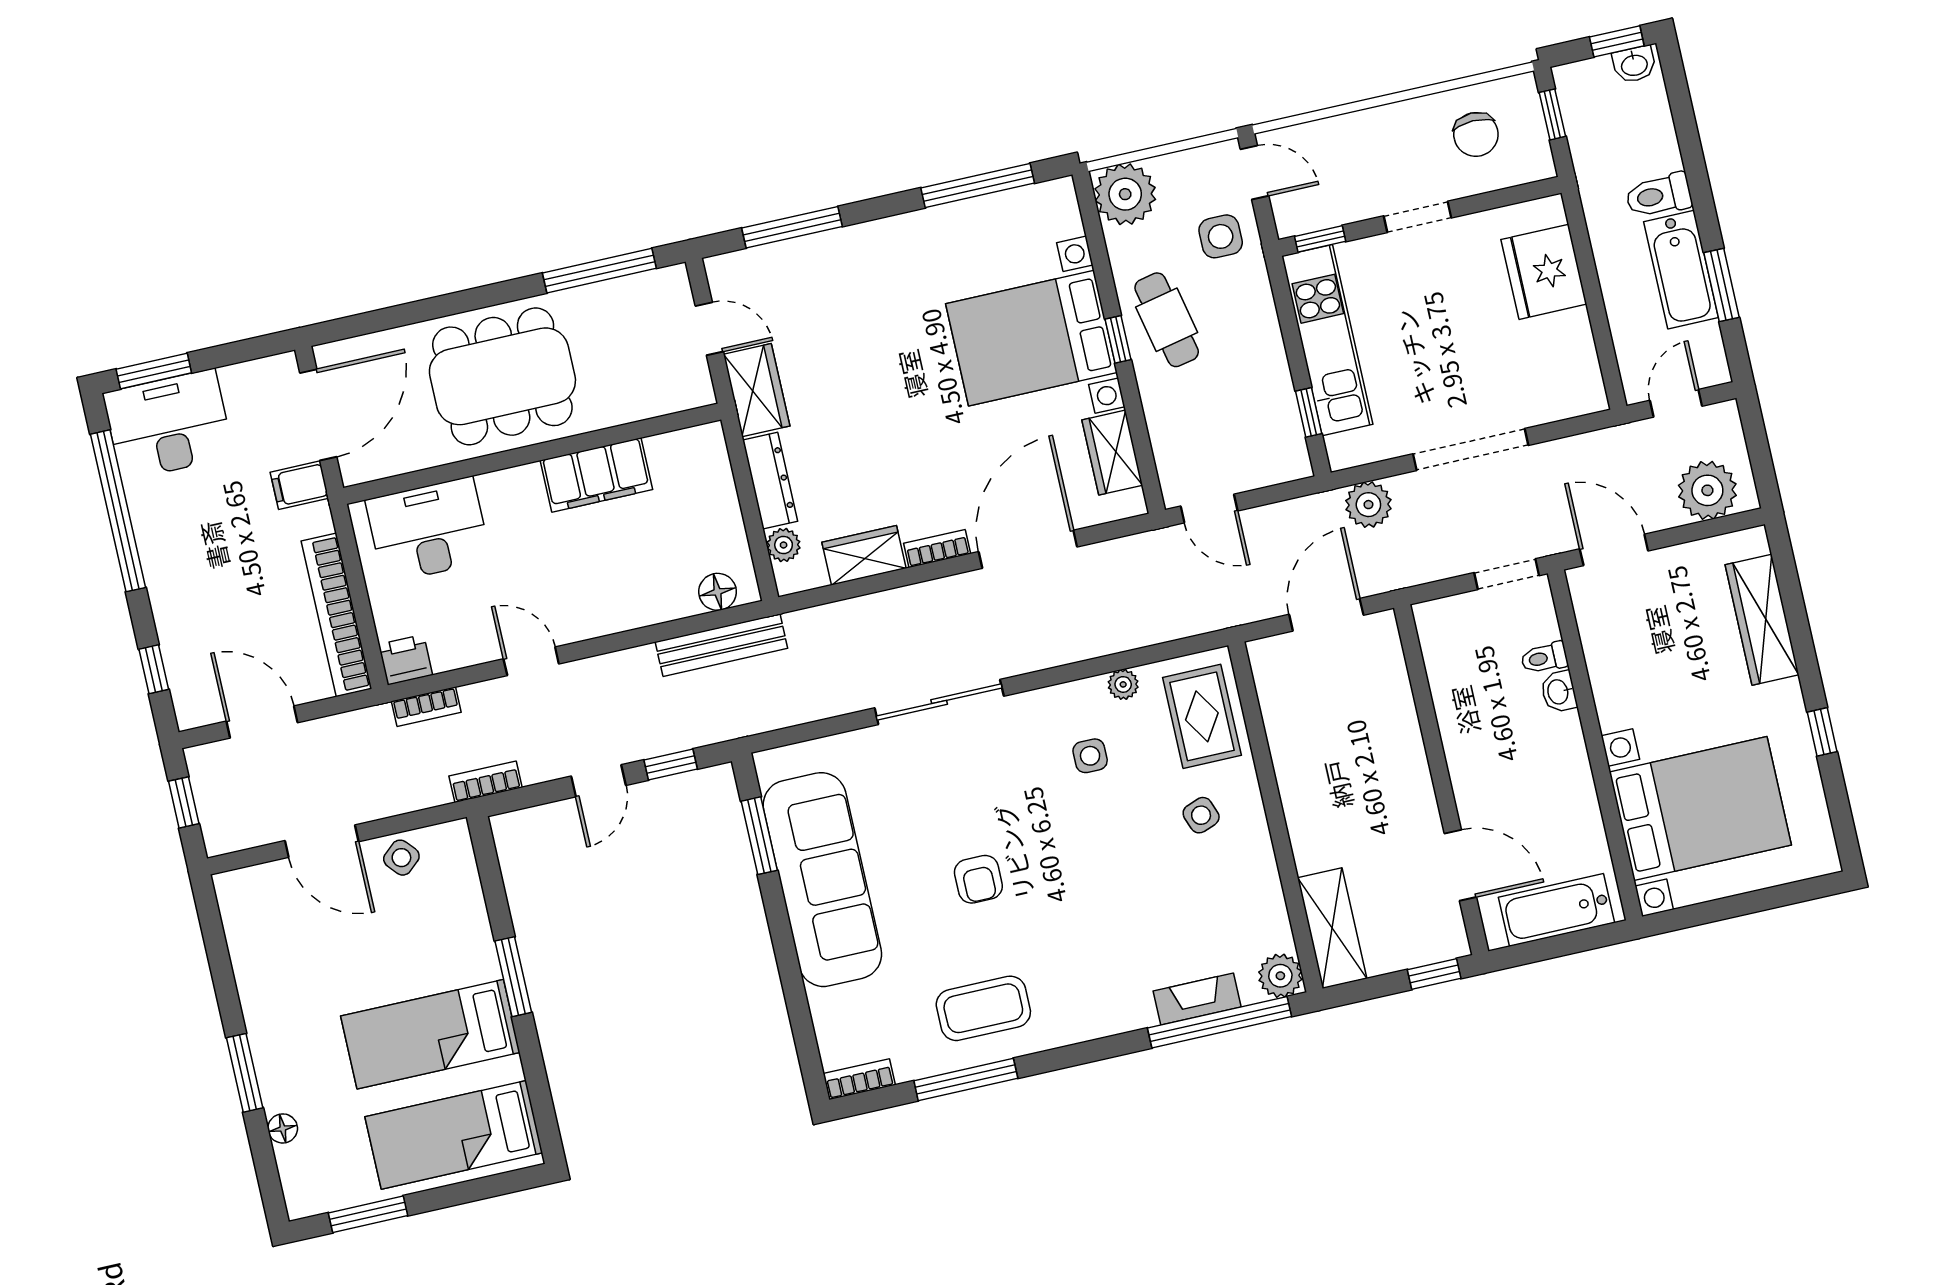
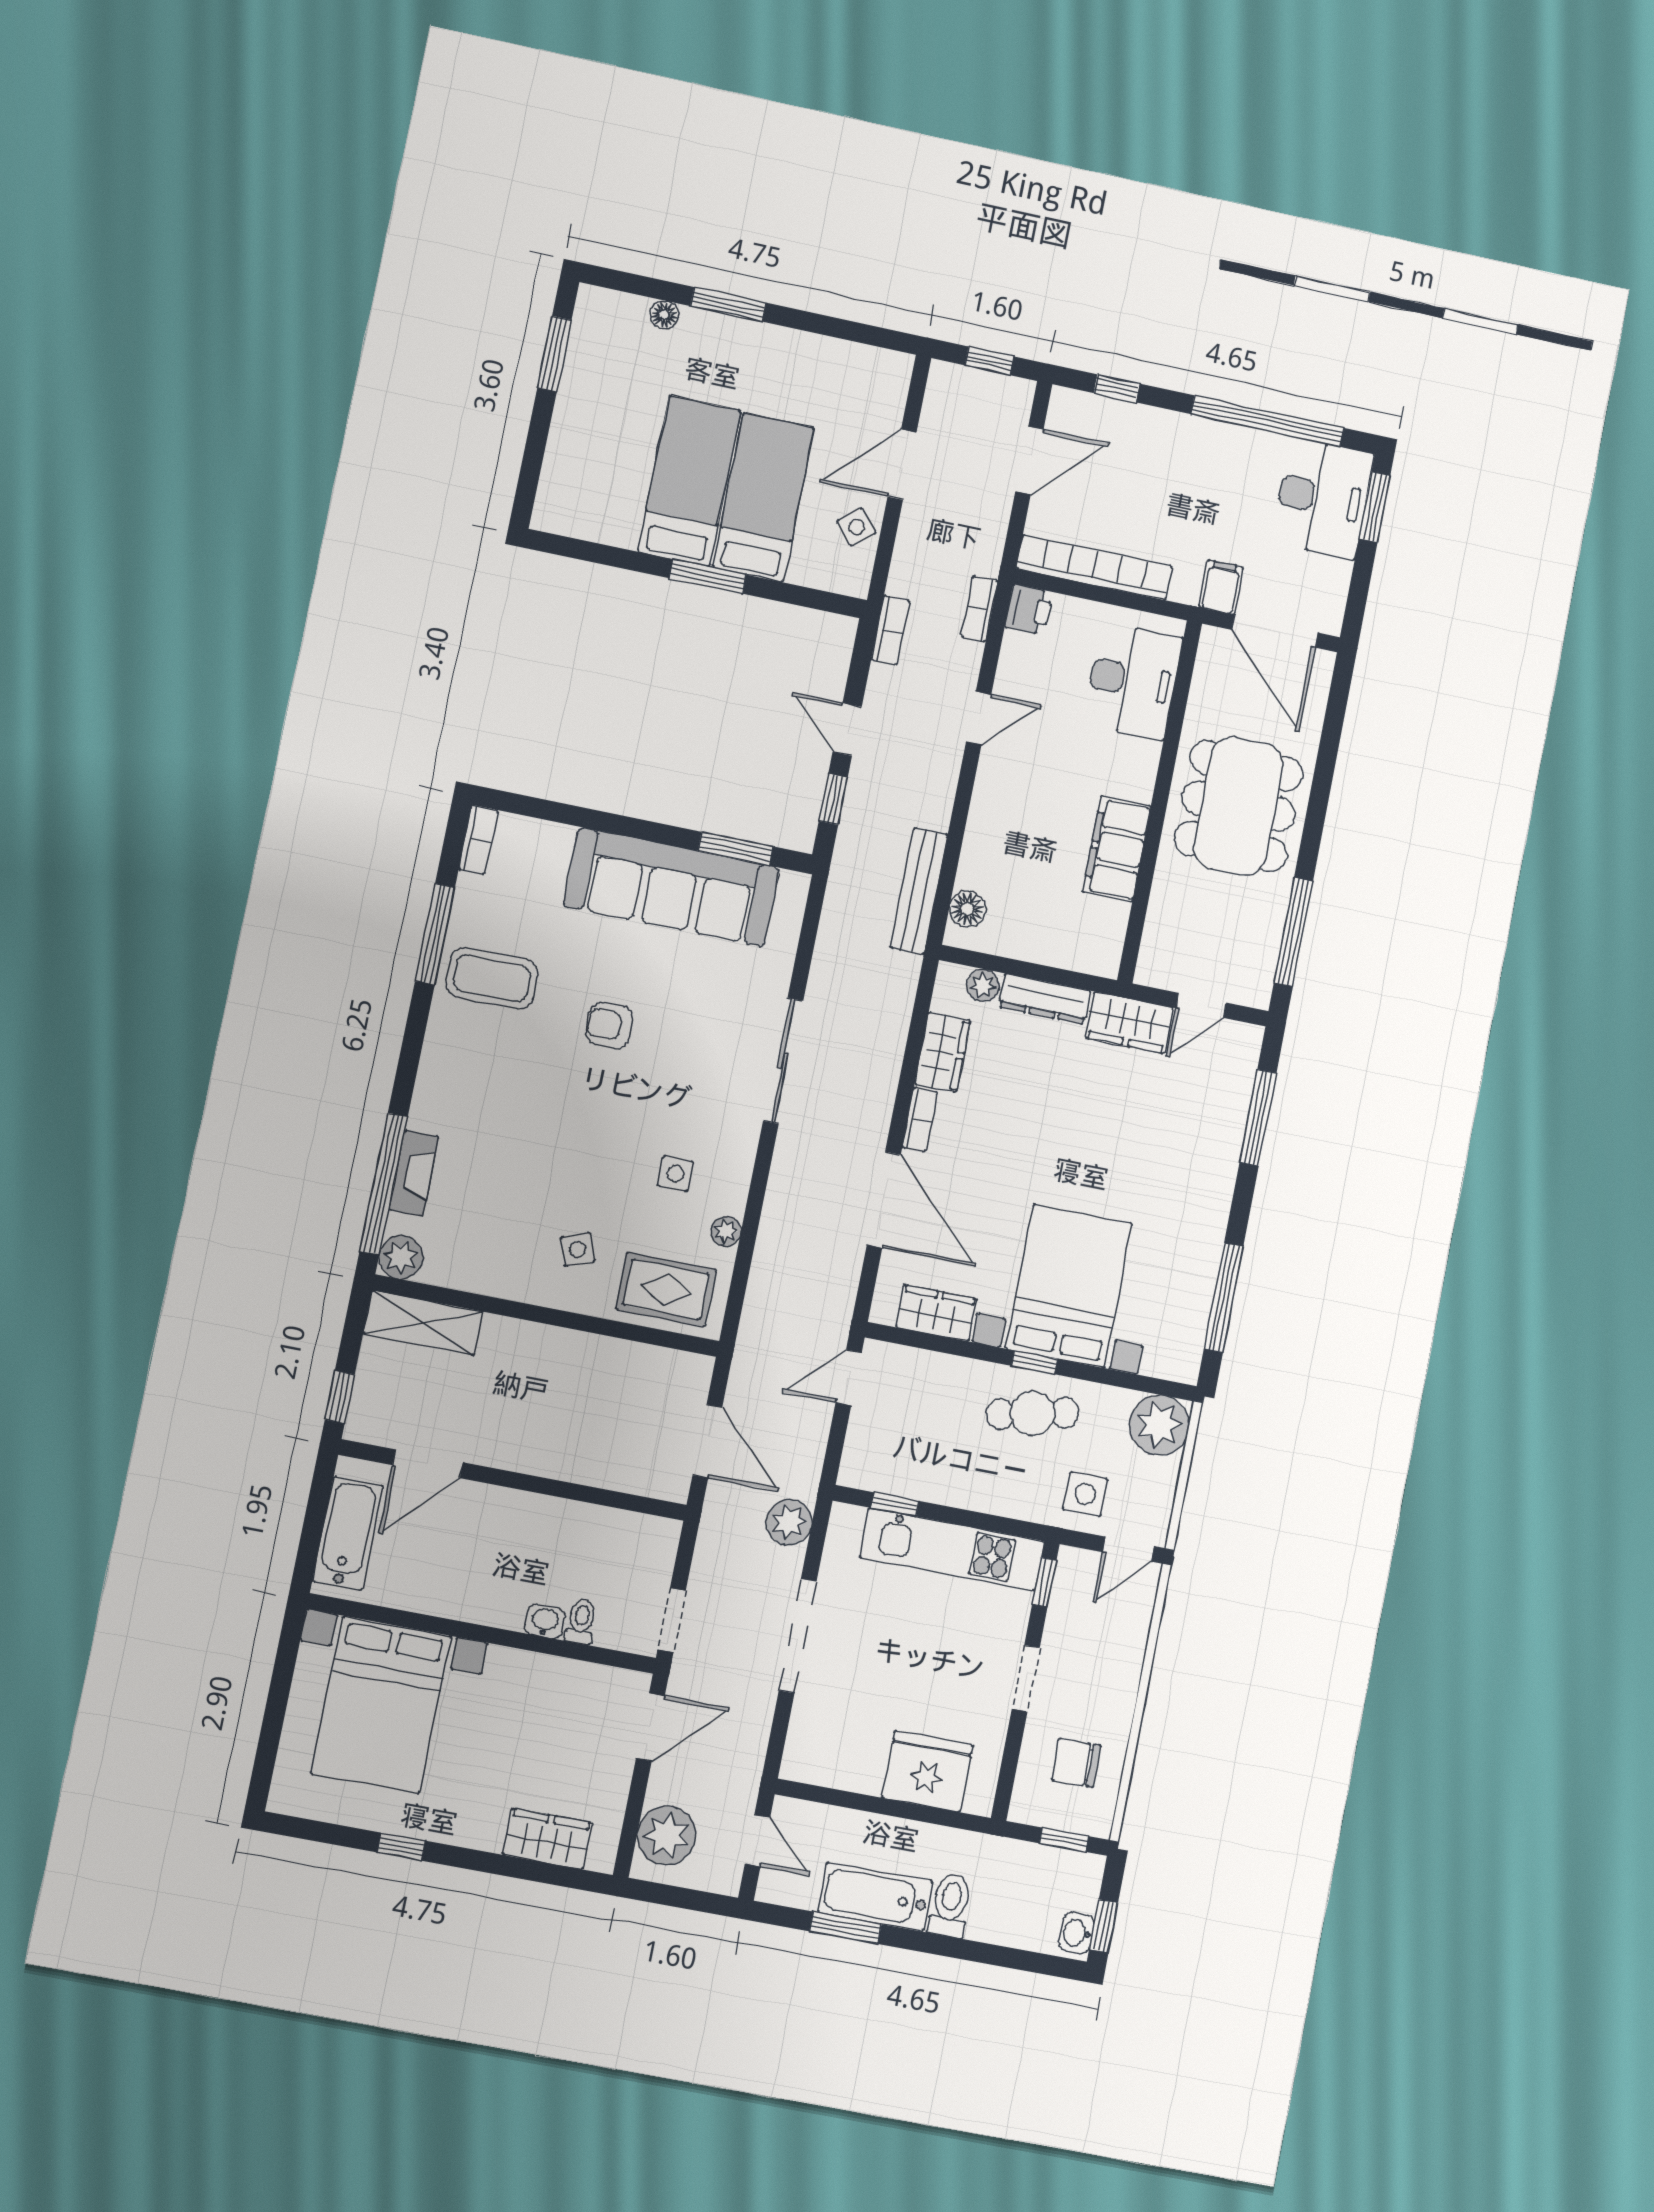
wardrobe: (1762, 620) -> (548, 1839), width x0.67
coffee table: (983, 1008) -> (492, 978), turned 90
bed: (454, 1135) -> (763, 497), moved

